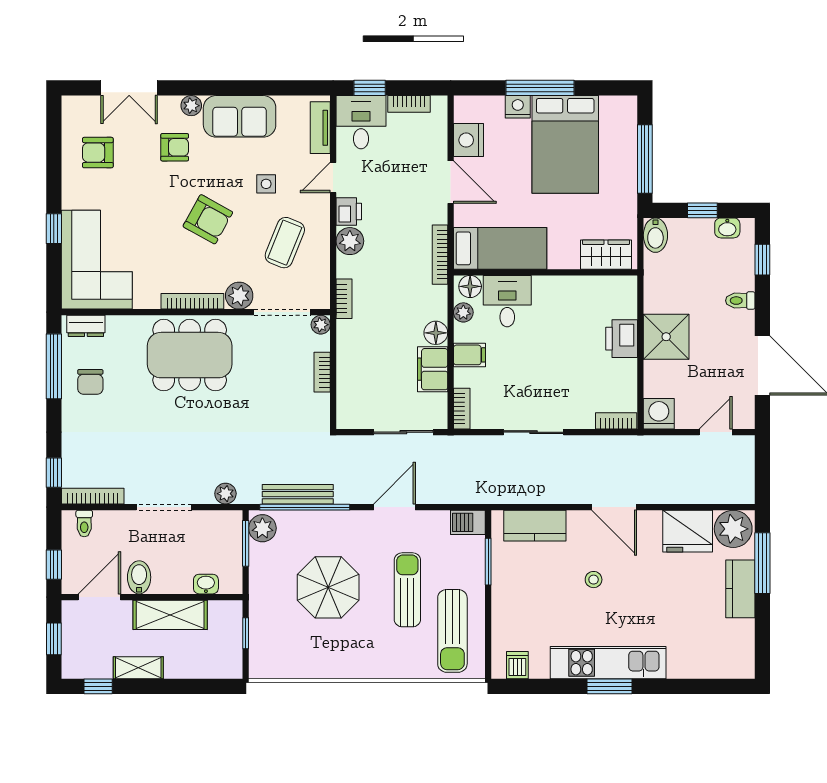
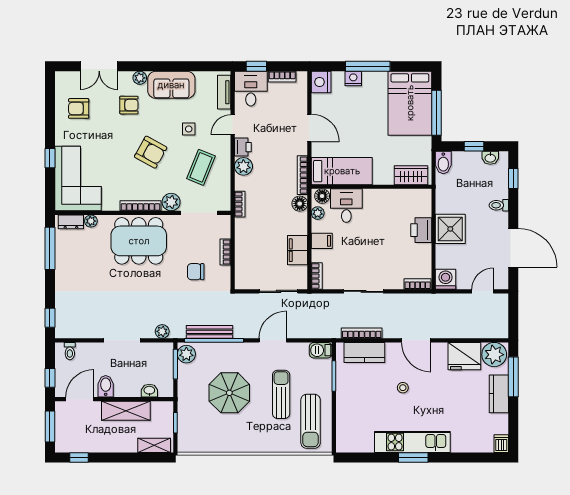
nightstand: (469, 140) -> (321, 82), moved
bed: (565, 144) -> (410, 103), moved
plant: (321, 325) -> (91, 221), moved
floor lamp: (436, 333) -> (300, 204), moved
chair: (90, 382) -> (196, 272), moved, turned 90
bookcase: (93, 496) -> (362, 333), moved
window: (54, 639) -> (50, 426), width x1.50
dishwasher: (517, 665) -> (501, 444), moved
shelving: (138, 668) -> (154, 445), moved

